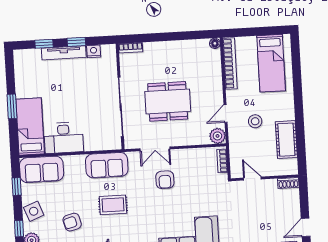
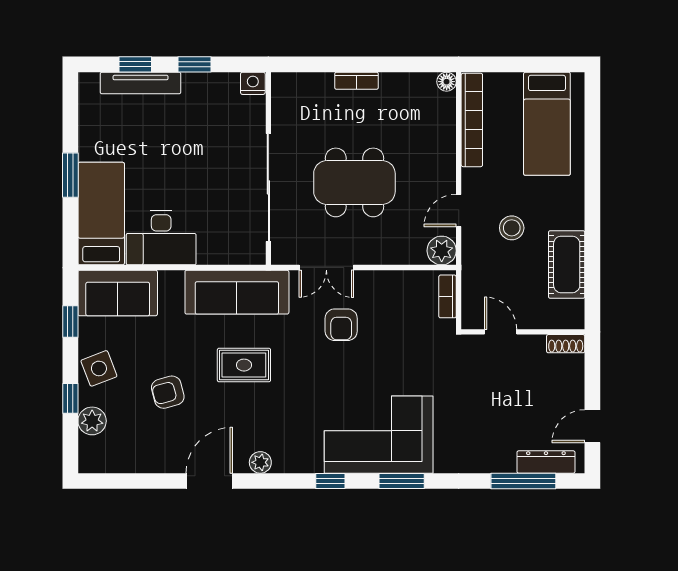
bookcase: (131, 48) -> (357, 81), moved
nightstand: (94, 51) -> (253, 83), moved
tv unit: (64, 53) -> (141, 83), moved
sofa: (107, 165) -> (237, 292), width x1.36

